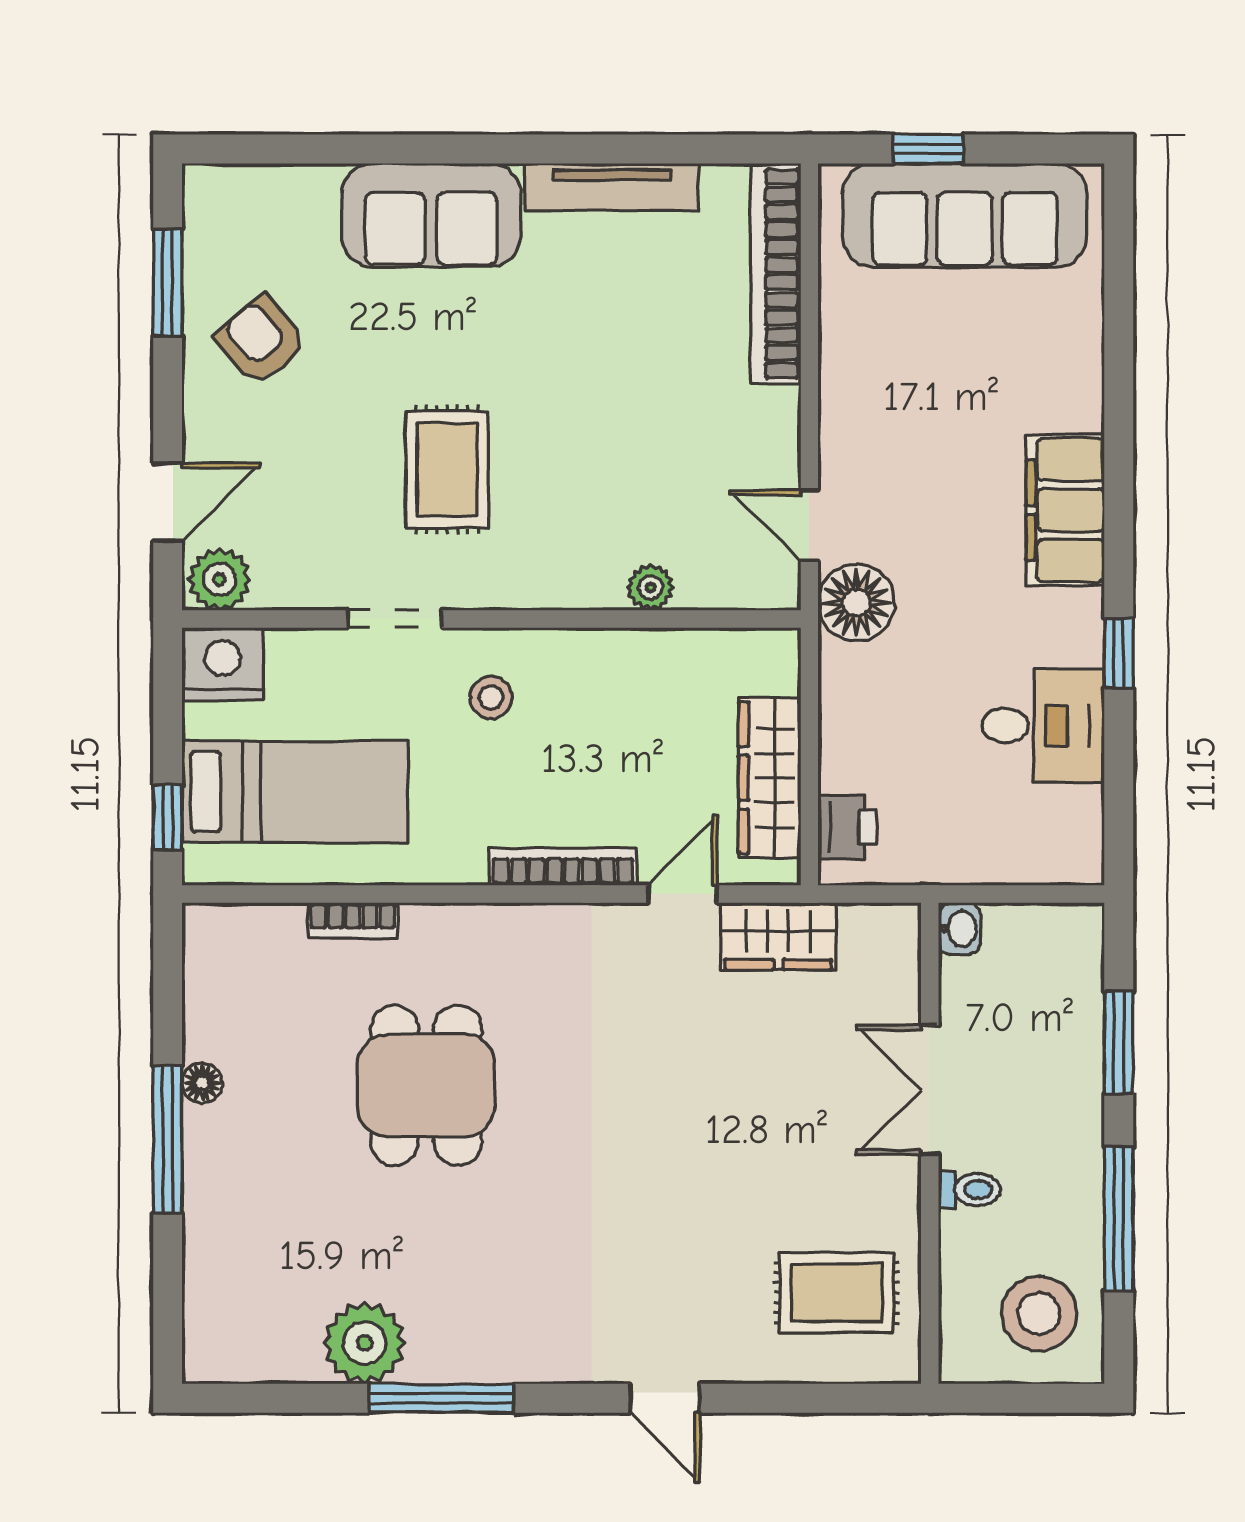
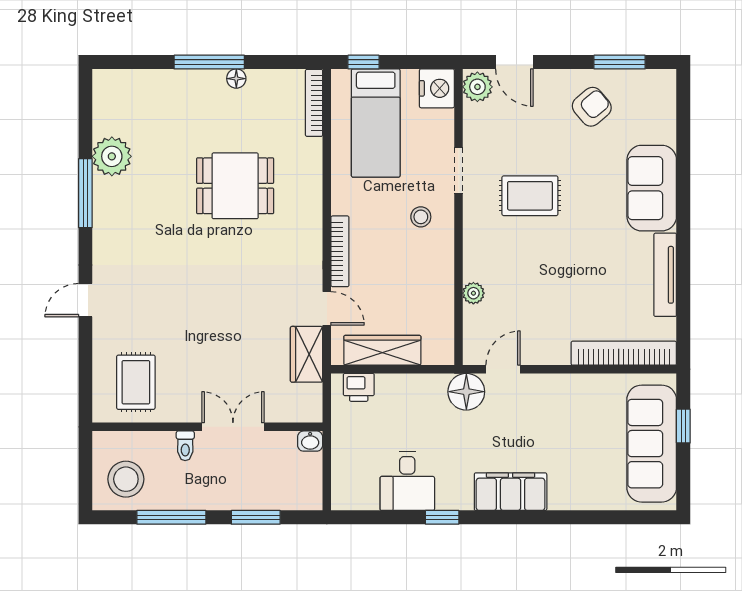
bookcase: (353, 921) -> (314, 103), moved, width x1.56

